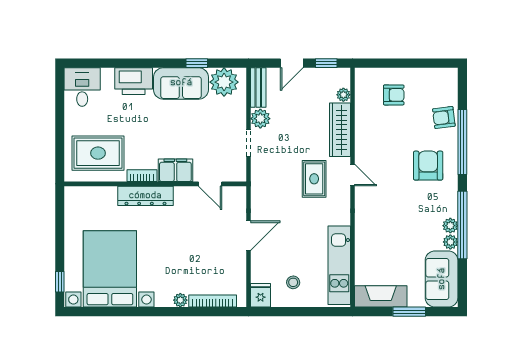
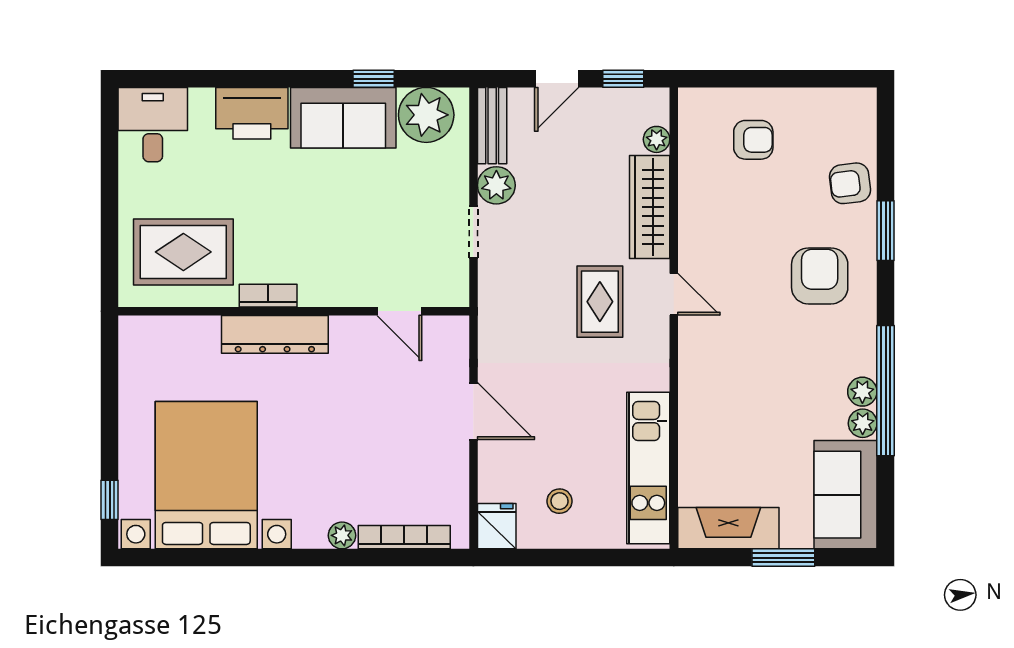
window: (462, 142) -> (886, 231), width x0.47
filing cabinet: (175, 170) -> (333, 285), removed
door: (248, 236) -> (473, 411), hinge flipped

